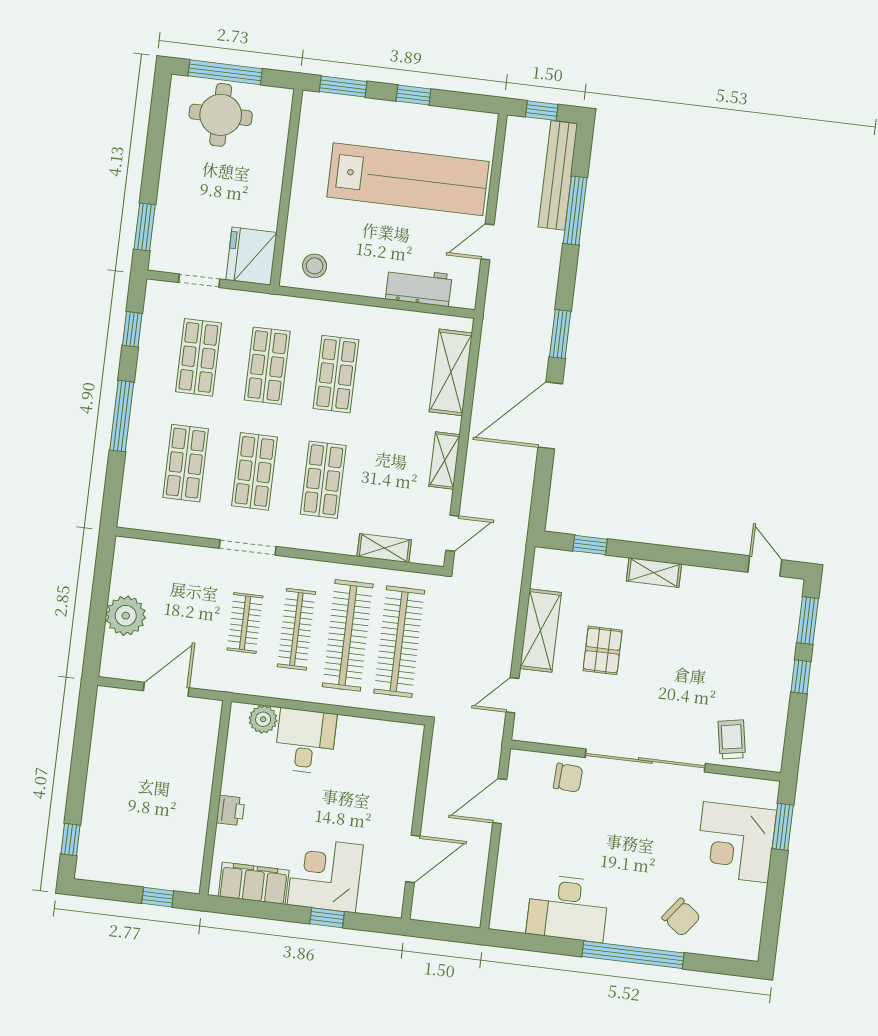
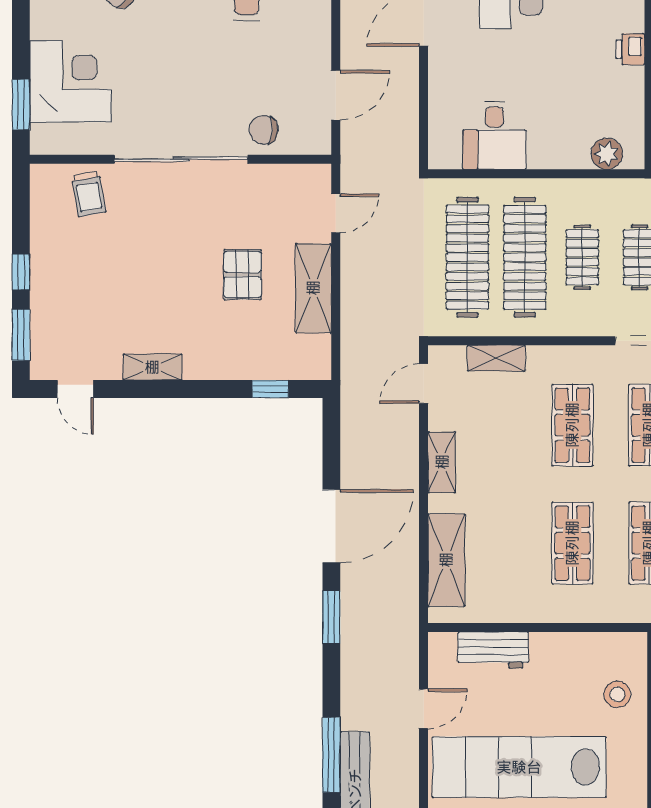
stool: (315, 266) -> (617, 694), moved
shelving: (654, 573) -> (152, 367), moved
clothes rail: (296, 629) -> (582, 257), width x0.73
desk: (306, 741) -> (494, 135), moved

